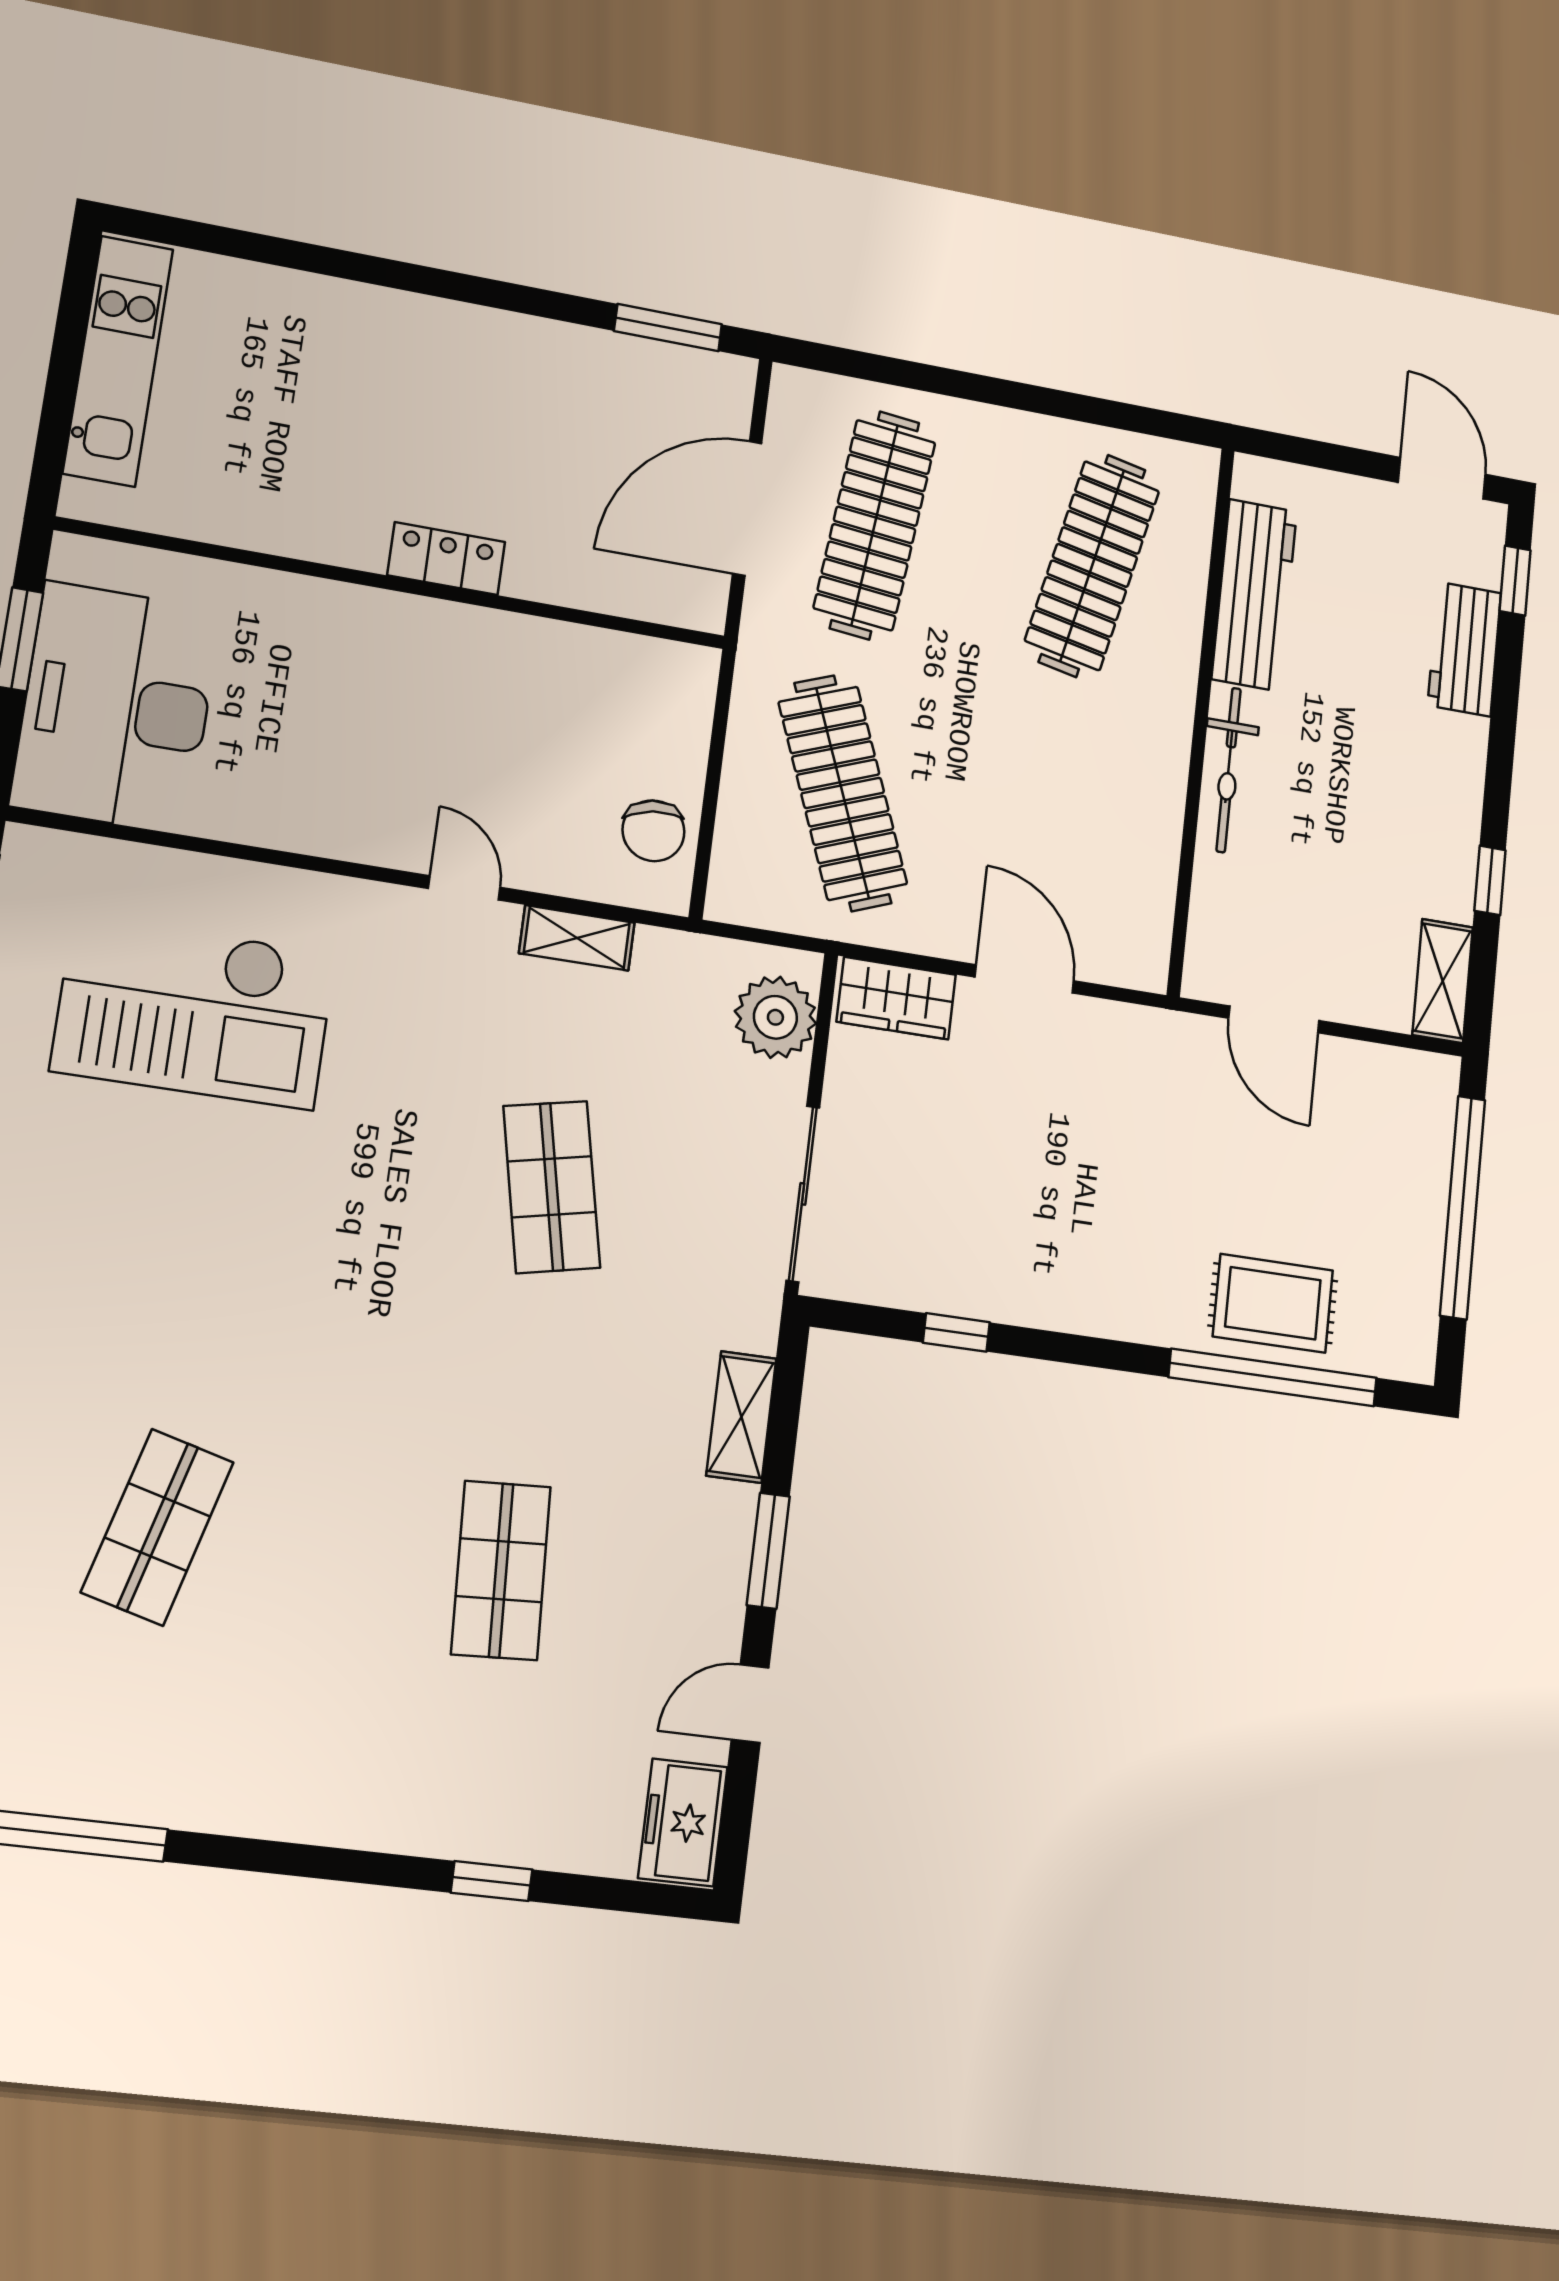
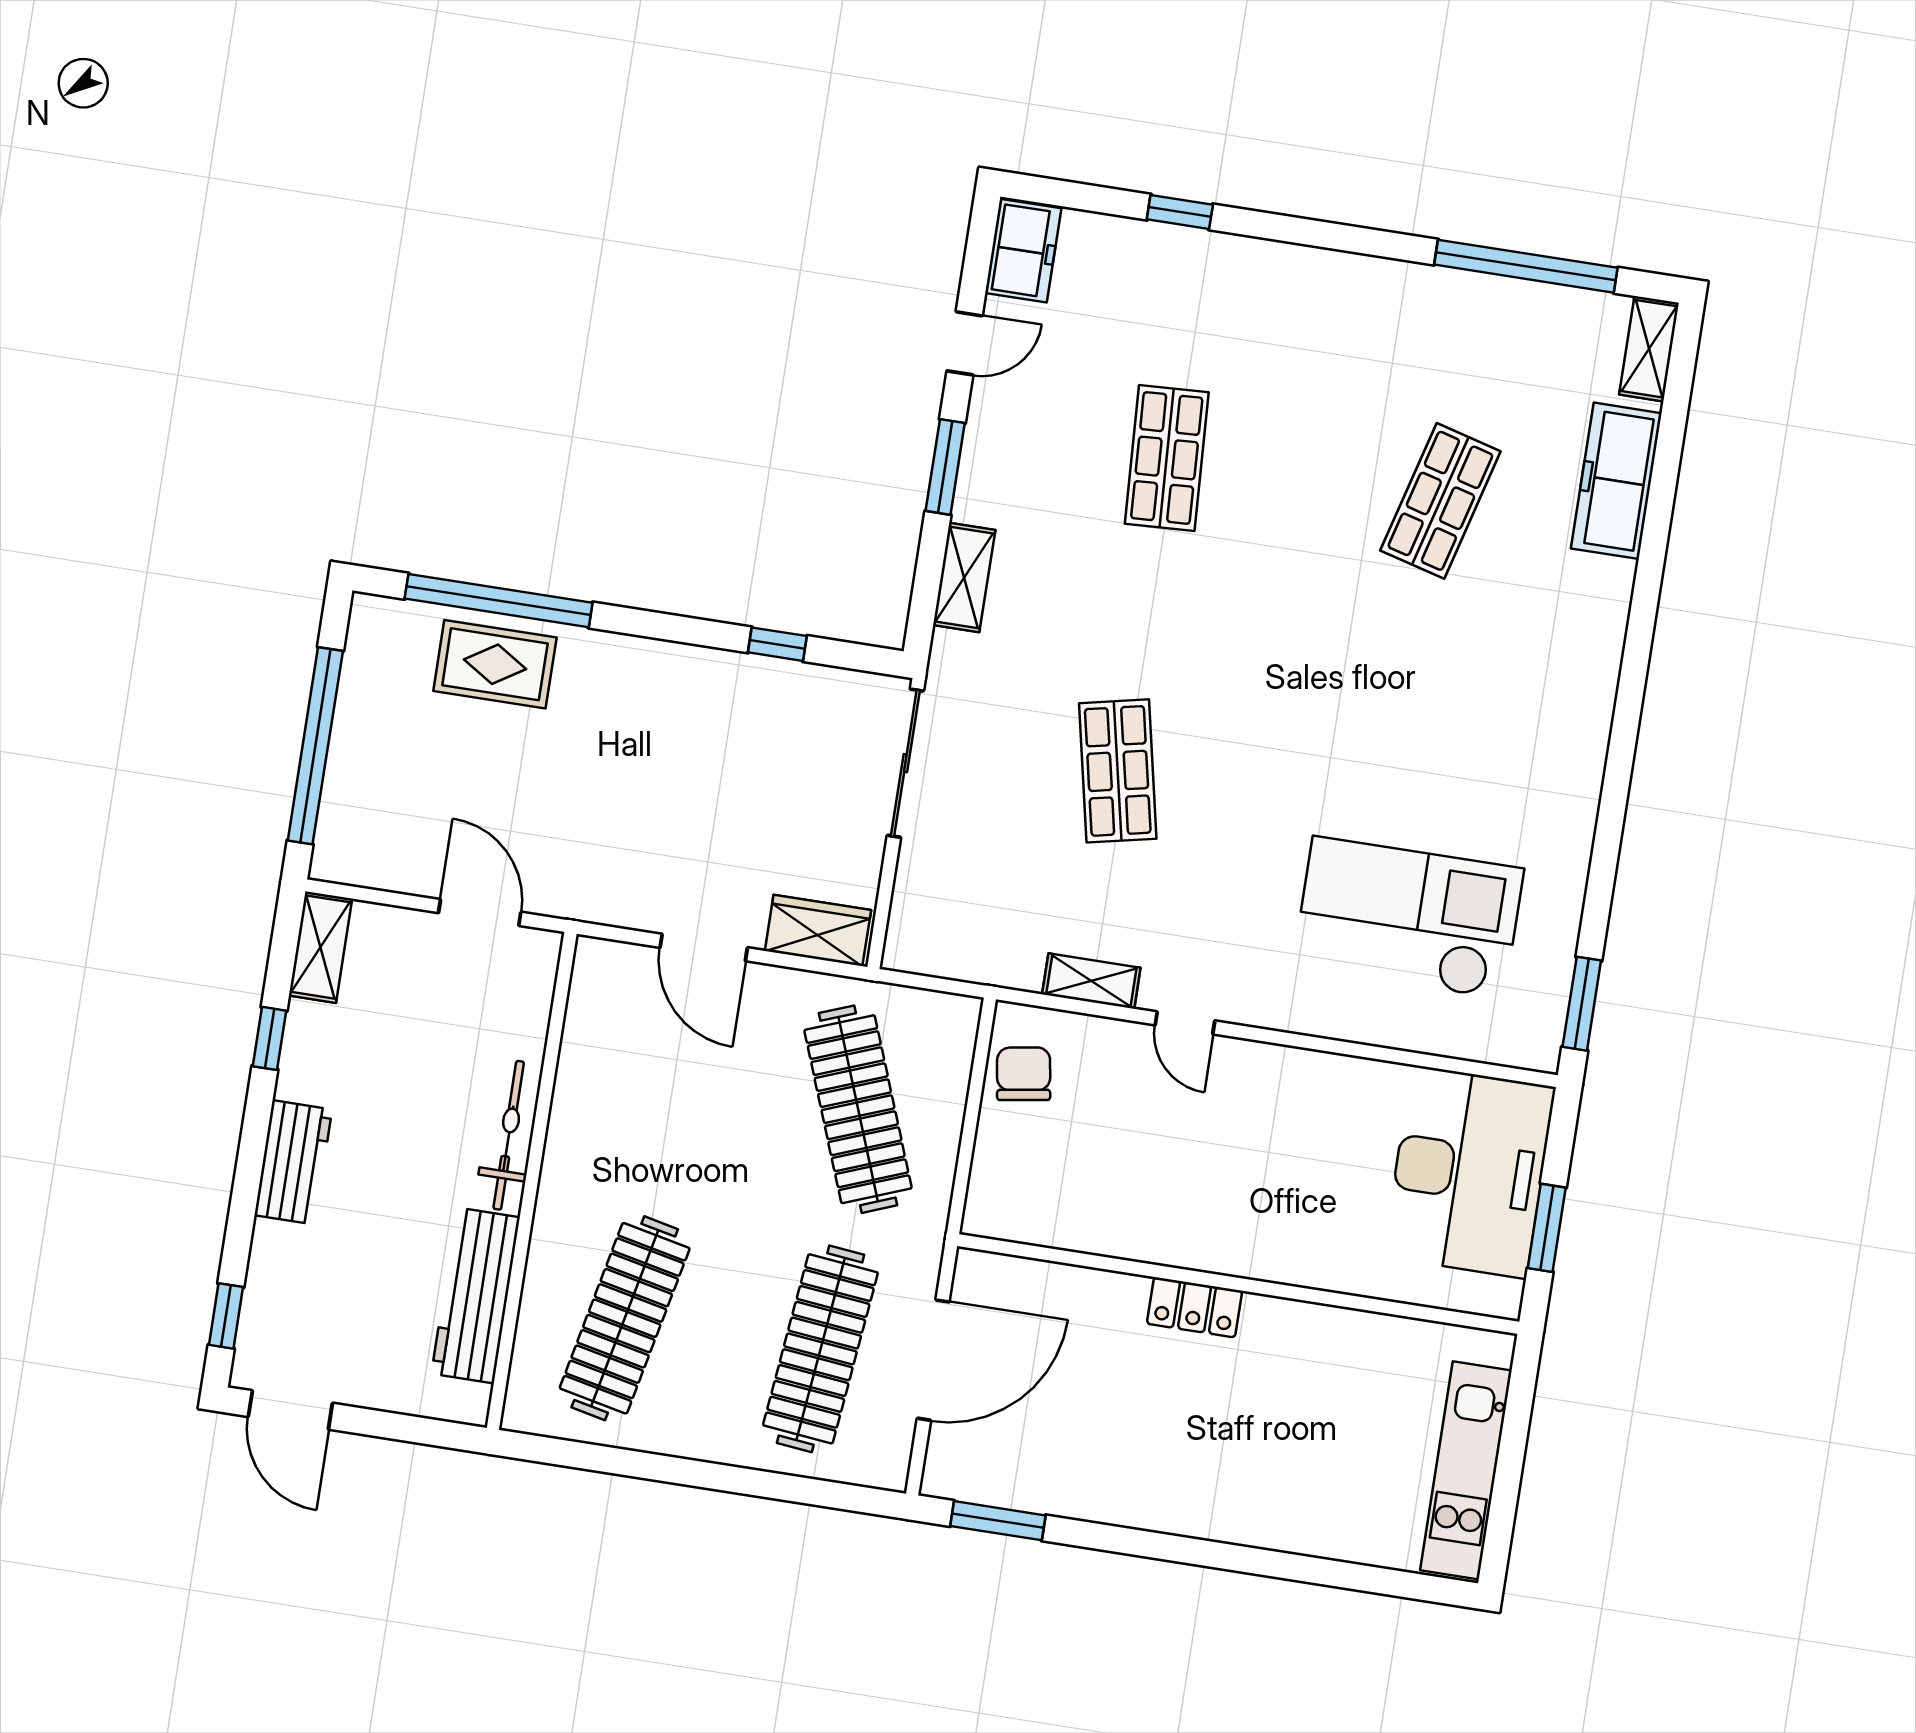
workbench: (1464, 649) -> (293, 1162), moved
plant: (775, 1017) -> (924, 914), removed

